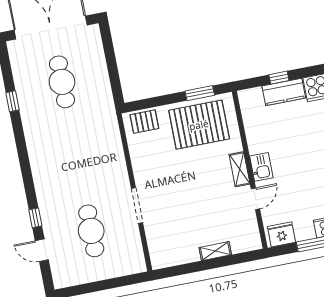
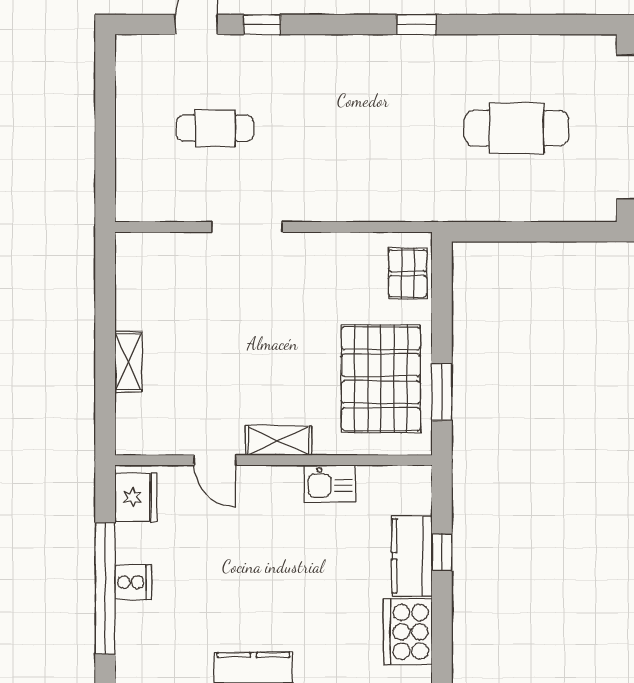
window: (13, 101) -> (416, 24), moved
kitchen sink: (261, 167) -> (330, 484), moved
cafe table: (91, 231) -> (215, 128), width x0.73, depth x0.74

